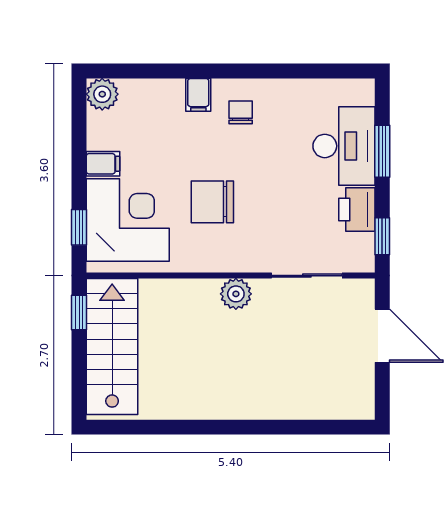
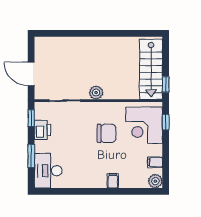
chair: (241, 112) -> (94, 173), removed
desk: (344, 146) -> (48, 171), moved
filing cabinet: (103, 164) -> (155, 162), moved

